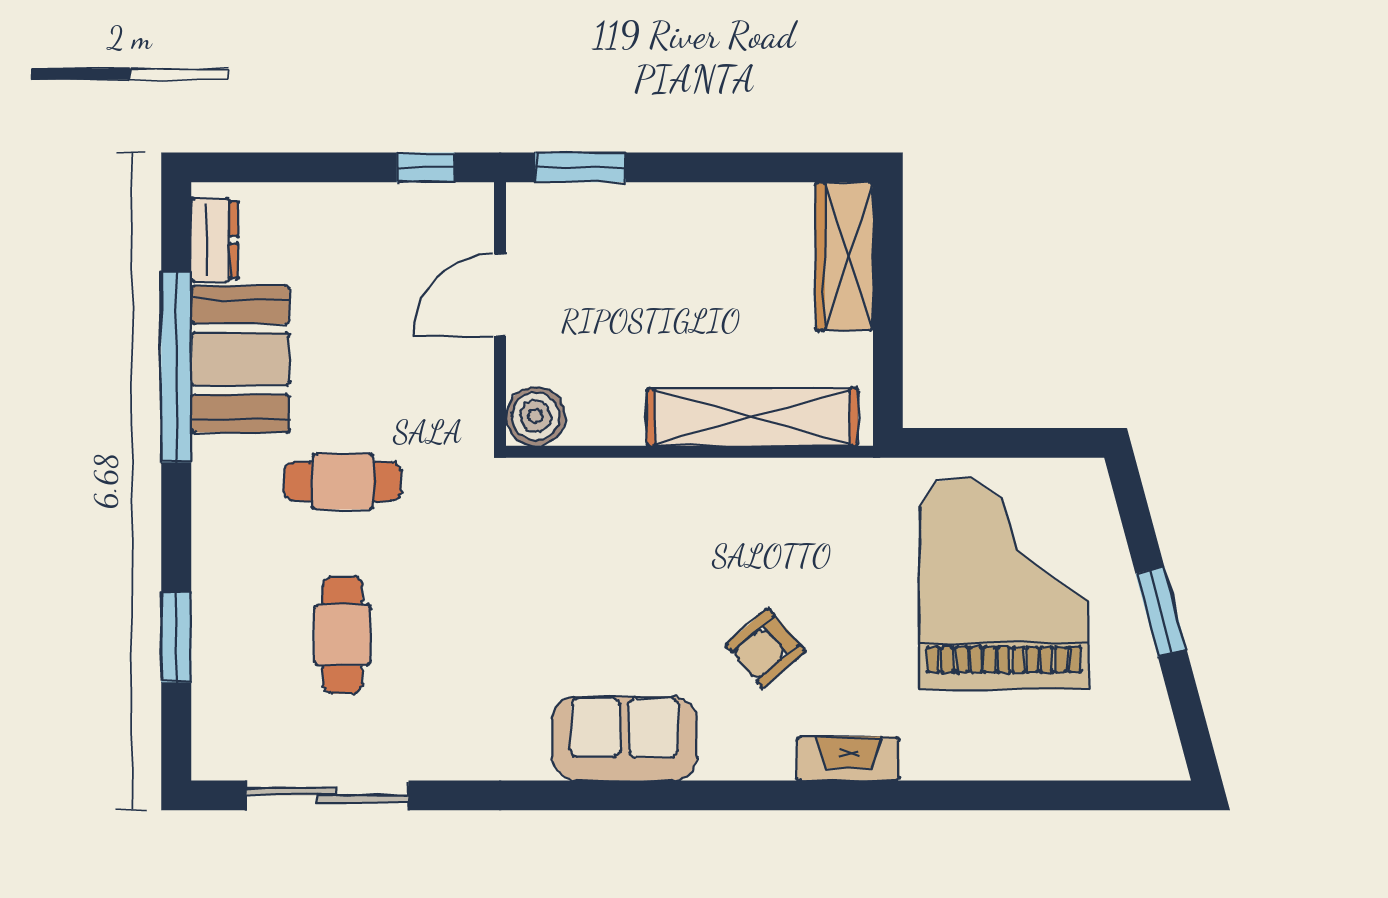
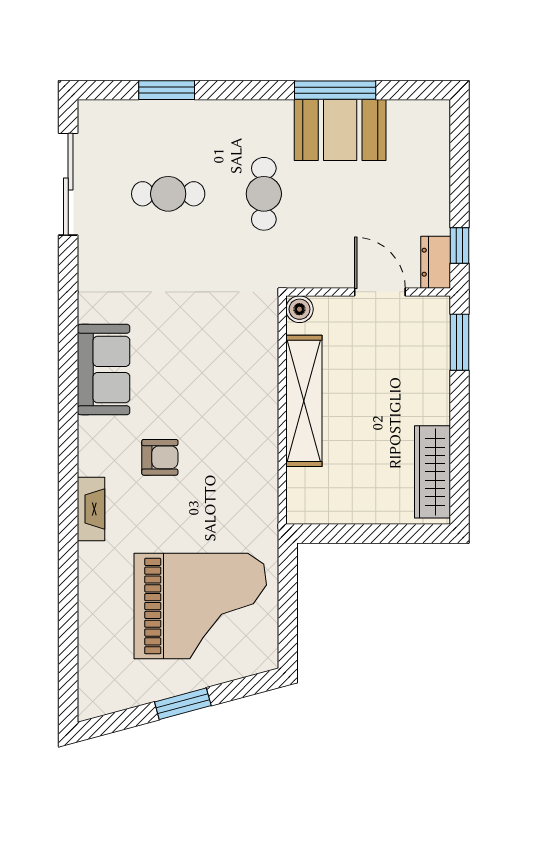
dresser: (215, 240) -> (436, 262), moved, turned 90
wardrobe: (844, 256) -> (432, 472), moved, turned -90
window: (176, 367) -> (335, 90), width x0.68
boiler: (536, 416) -> (299, 309), width x0.73, depth x0.73
shelving: (752, 417) -> (304, 401), moved
armchair: (765, 648) -> (160, 457), turned 131

